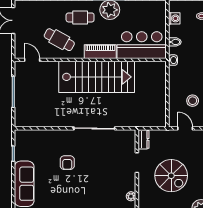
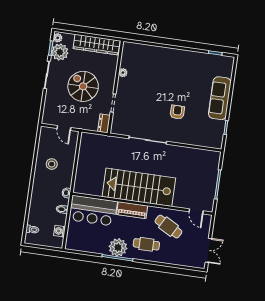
stool: (193, 101) -> (52, 164), moved

